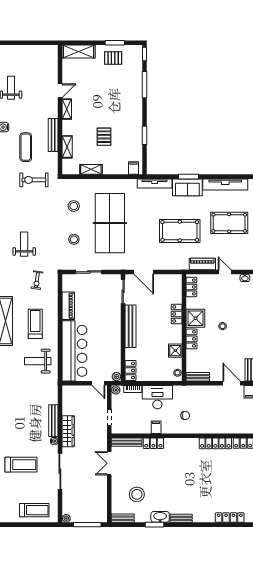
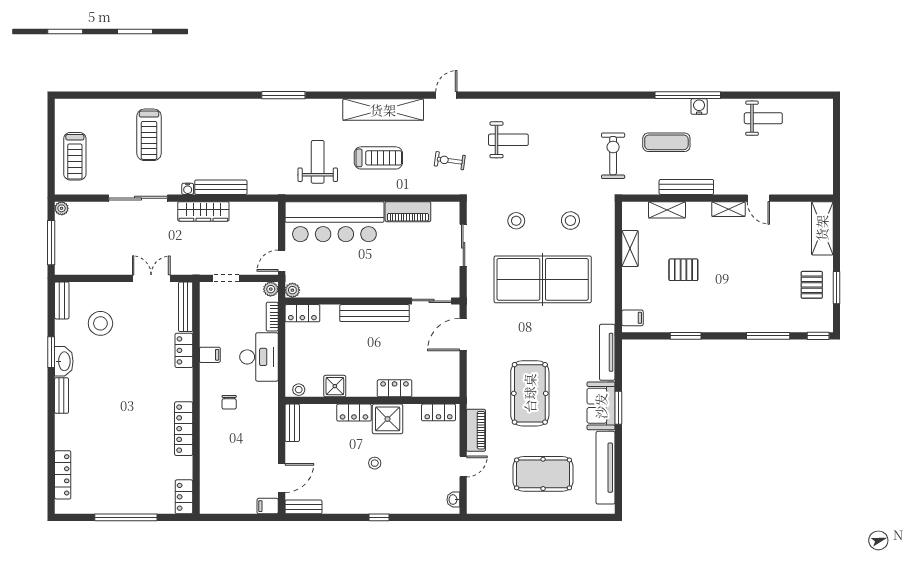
pool table: (229, 223) -> (543, 474), turned 90
locker: (215, 443) -> (184, 429), moved

